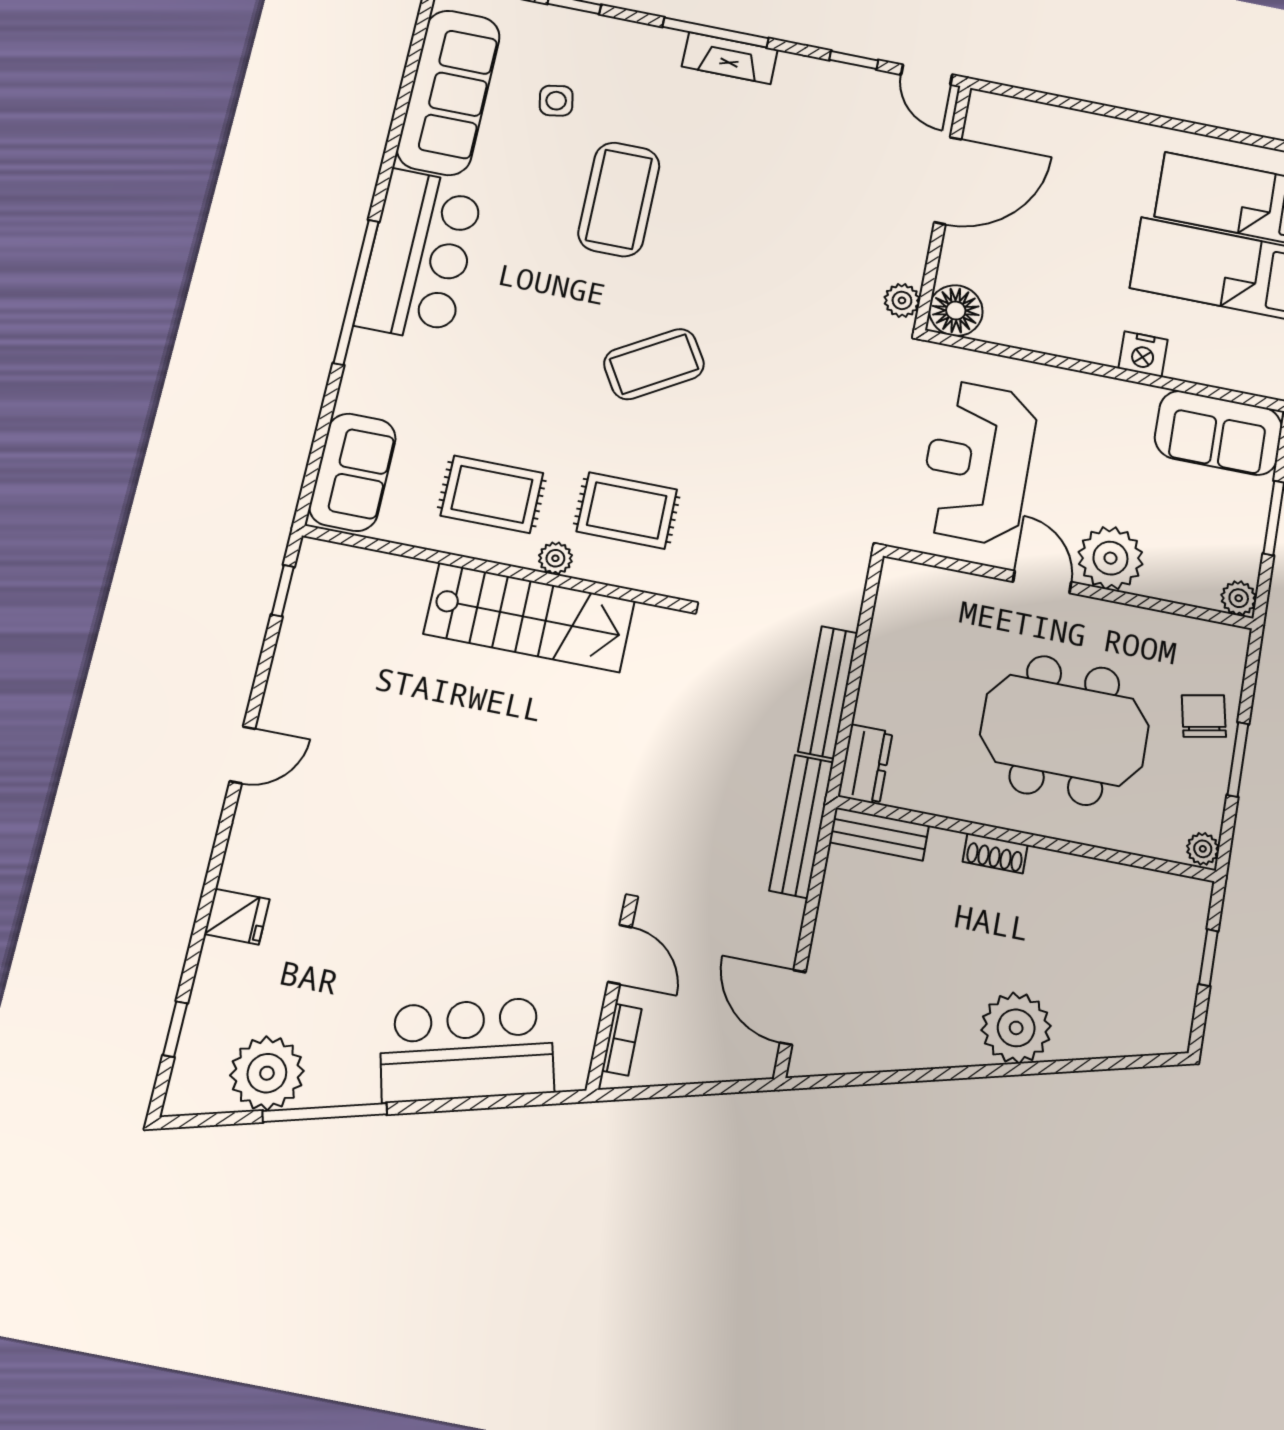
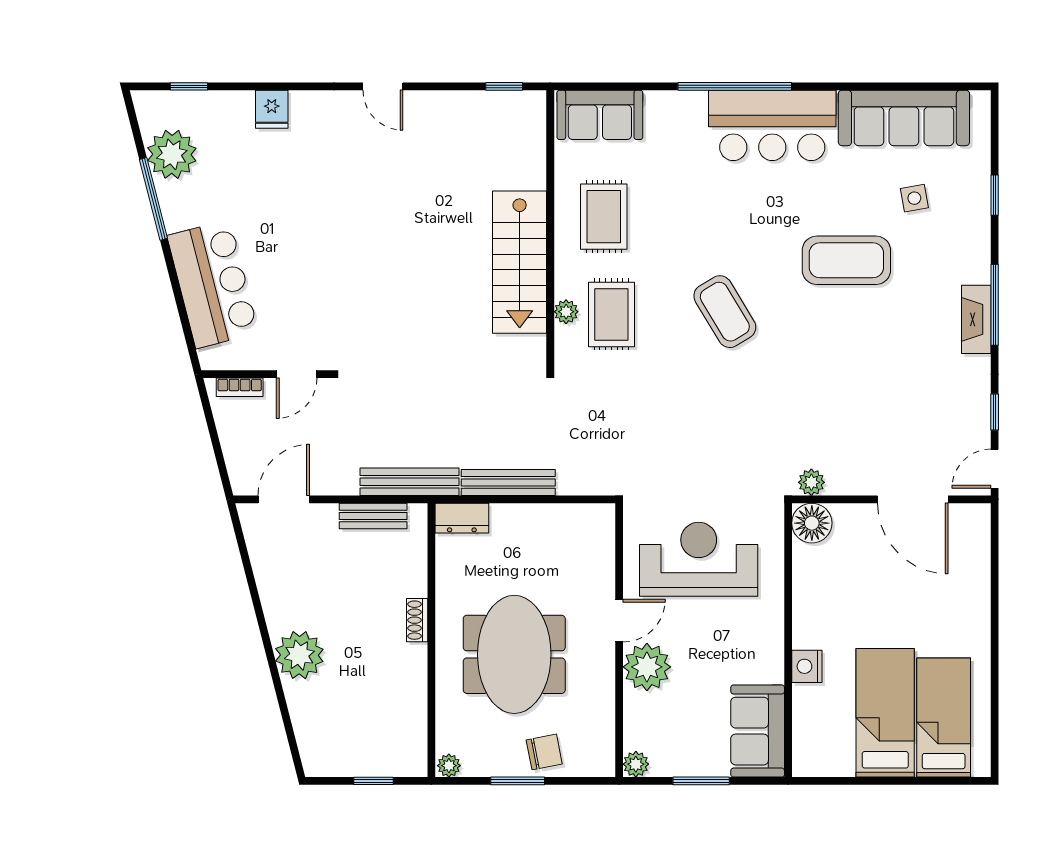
plant: (555, 558) -> (566, 312), moved
bench: (879, 834) -> (373, 516), moved, turned 90

